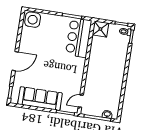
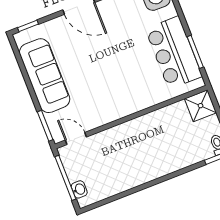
bar counter: (79, 38) -> (174, 53), moved, turned -90

